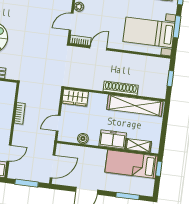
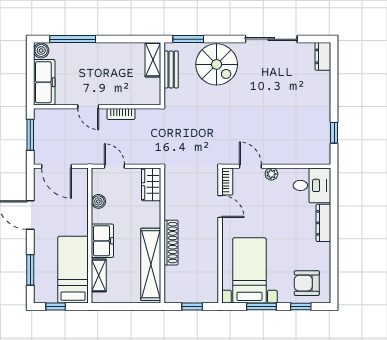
door: (9, 153) -> (88, 107), moved
window: (159, 169) -> (56, 306), moved

